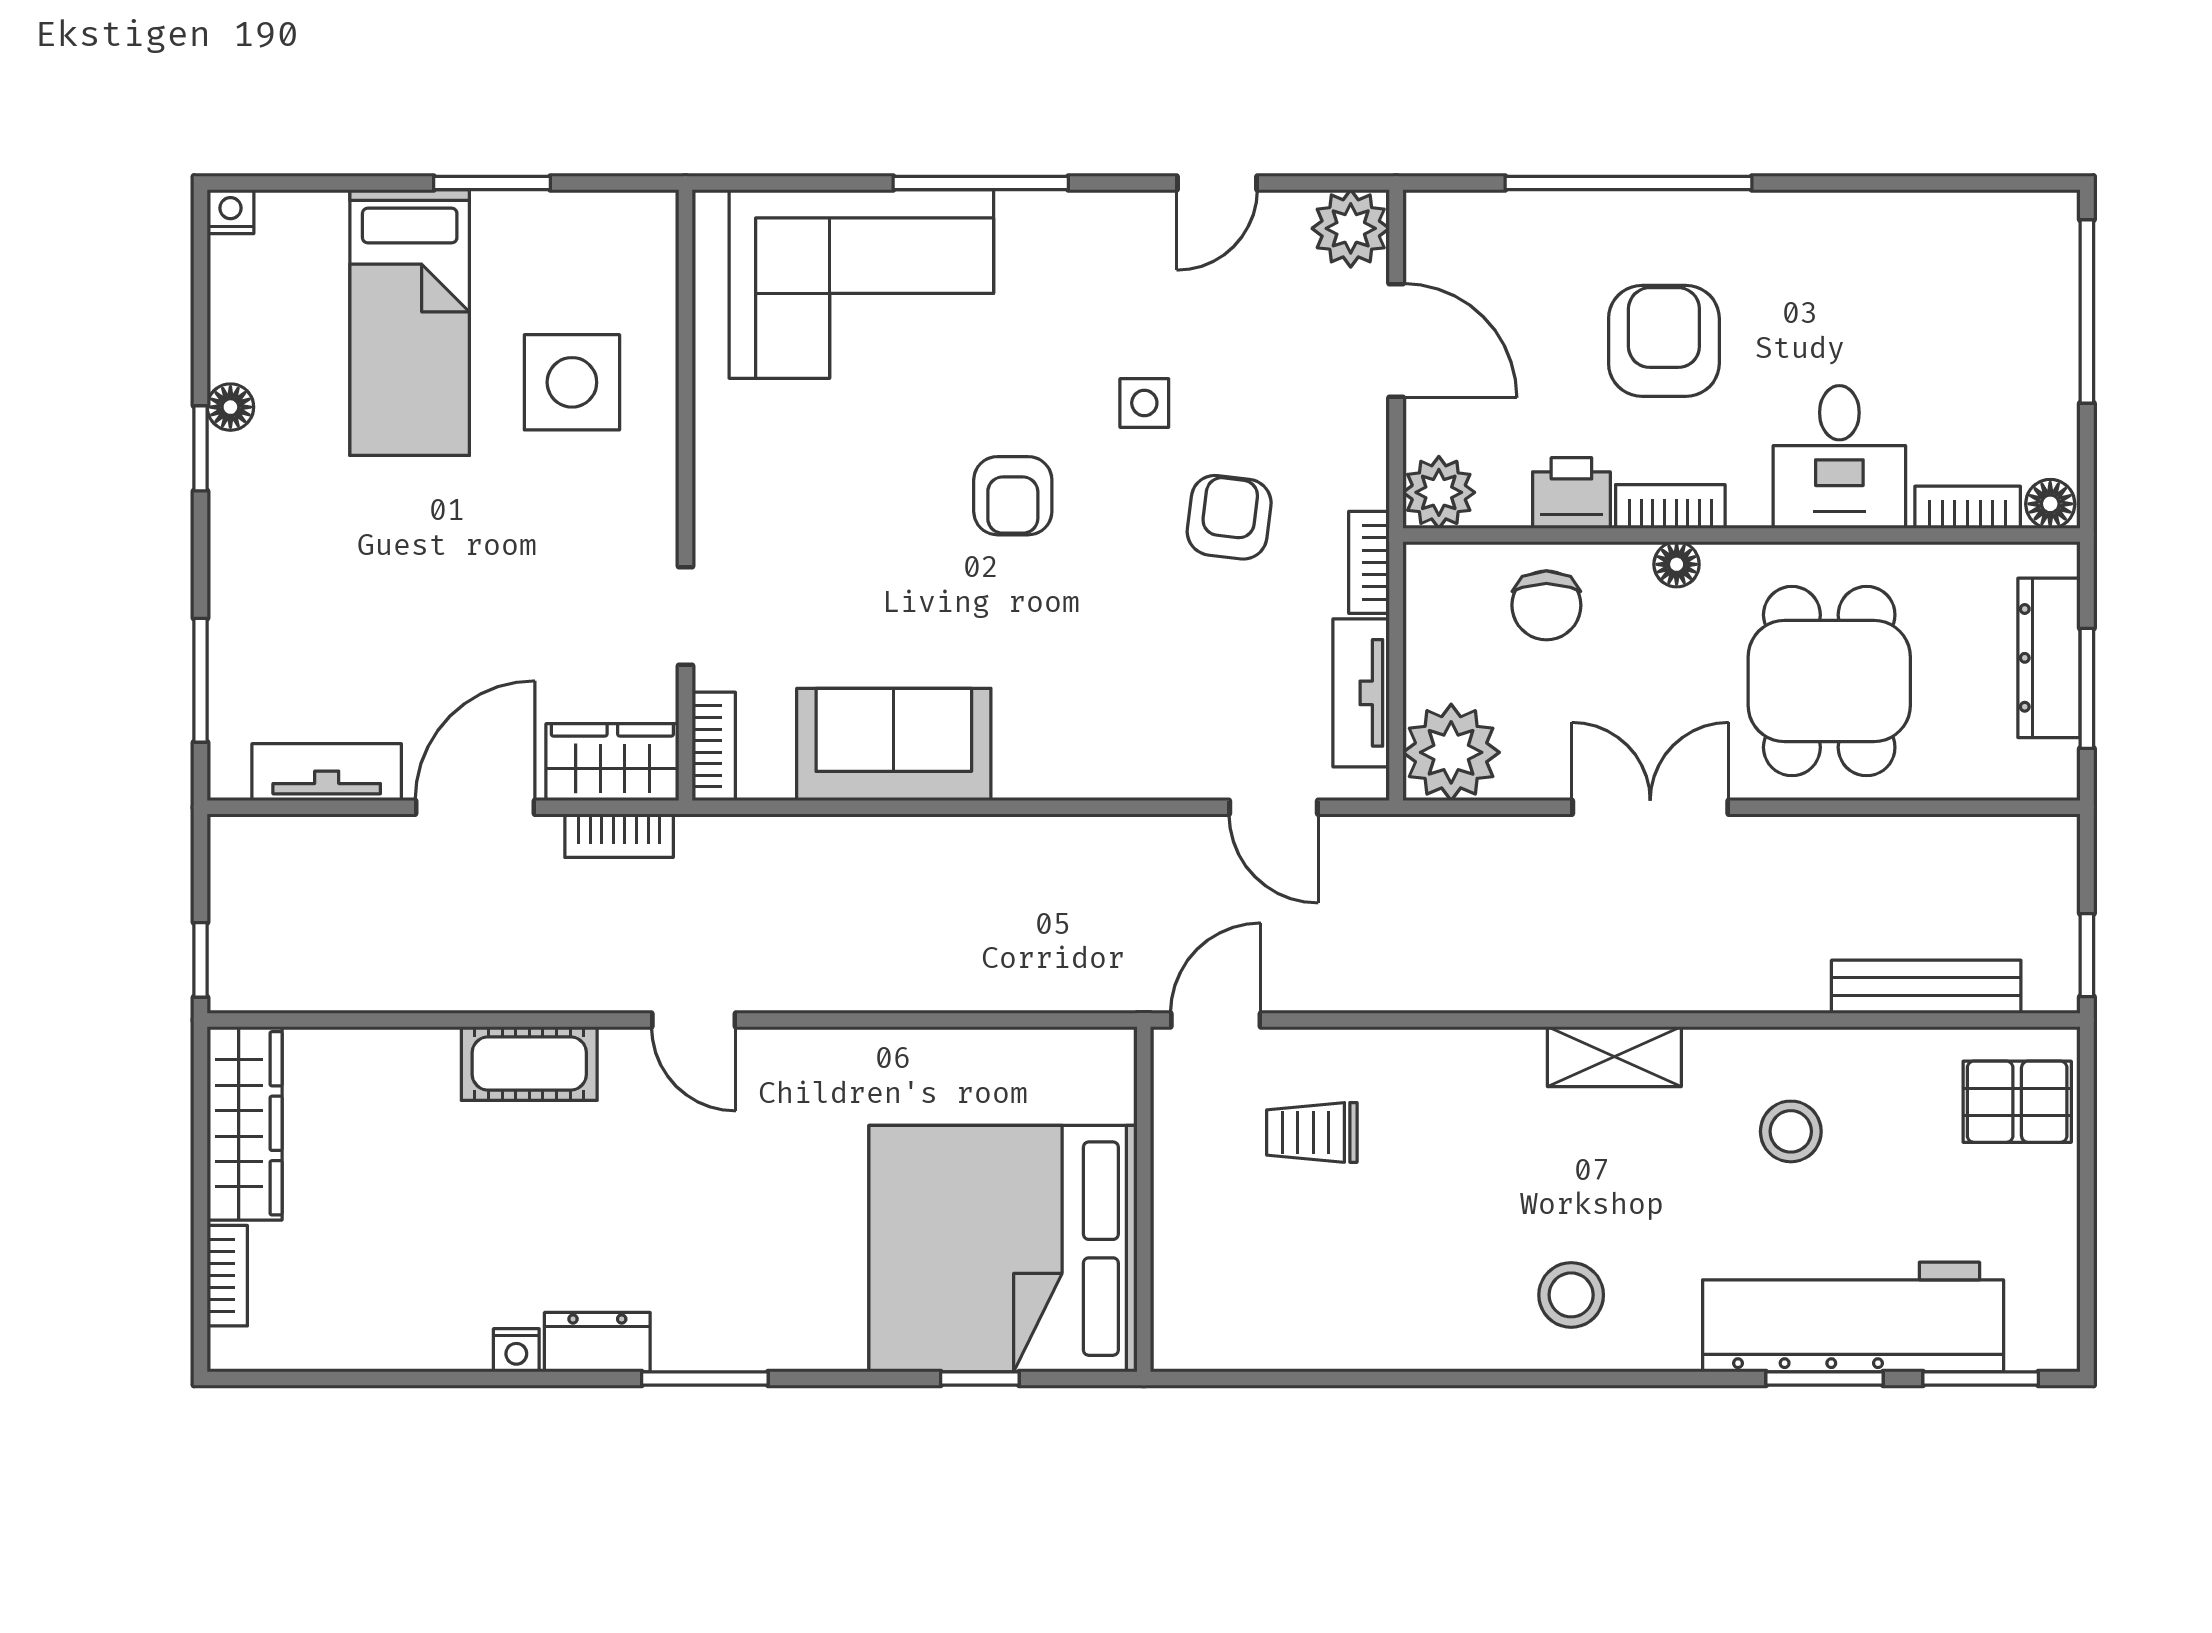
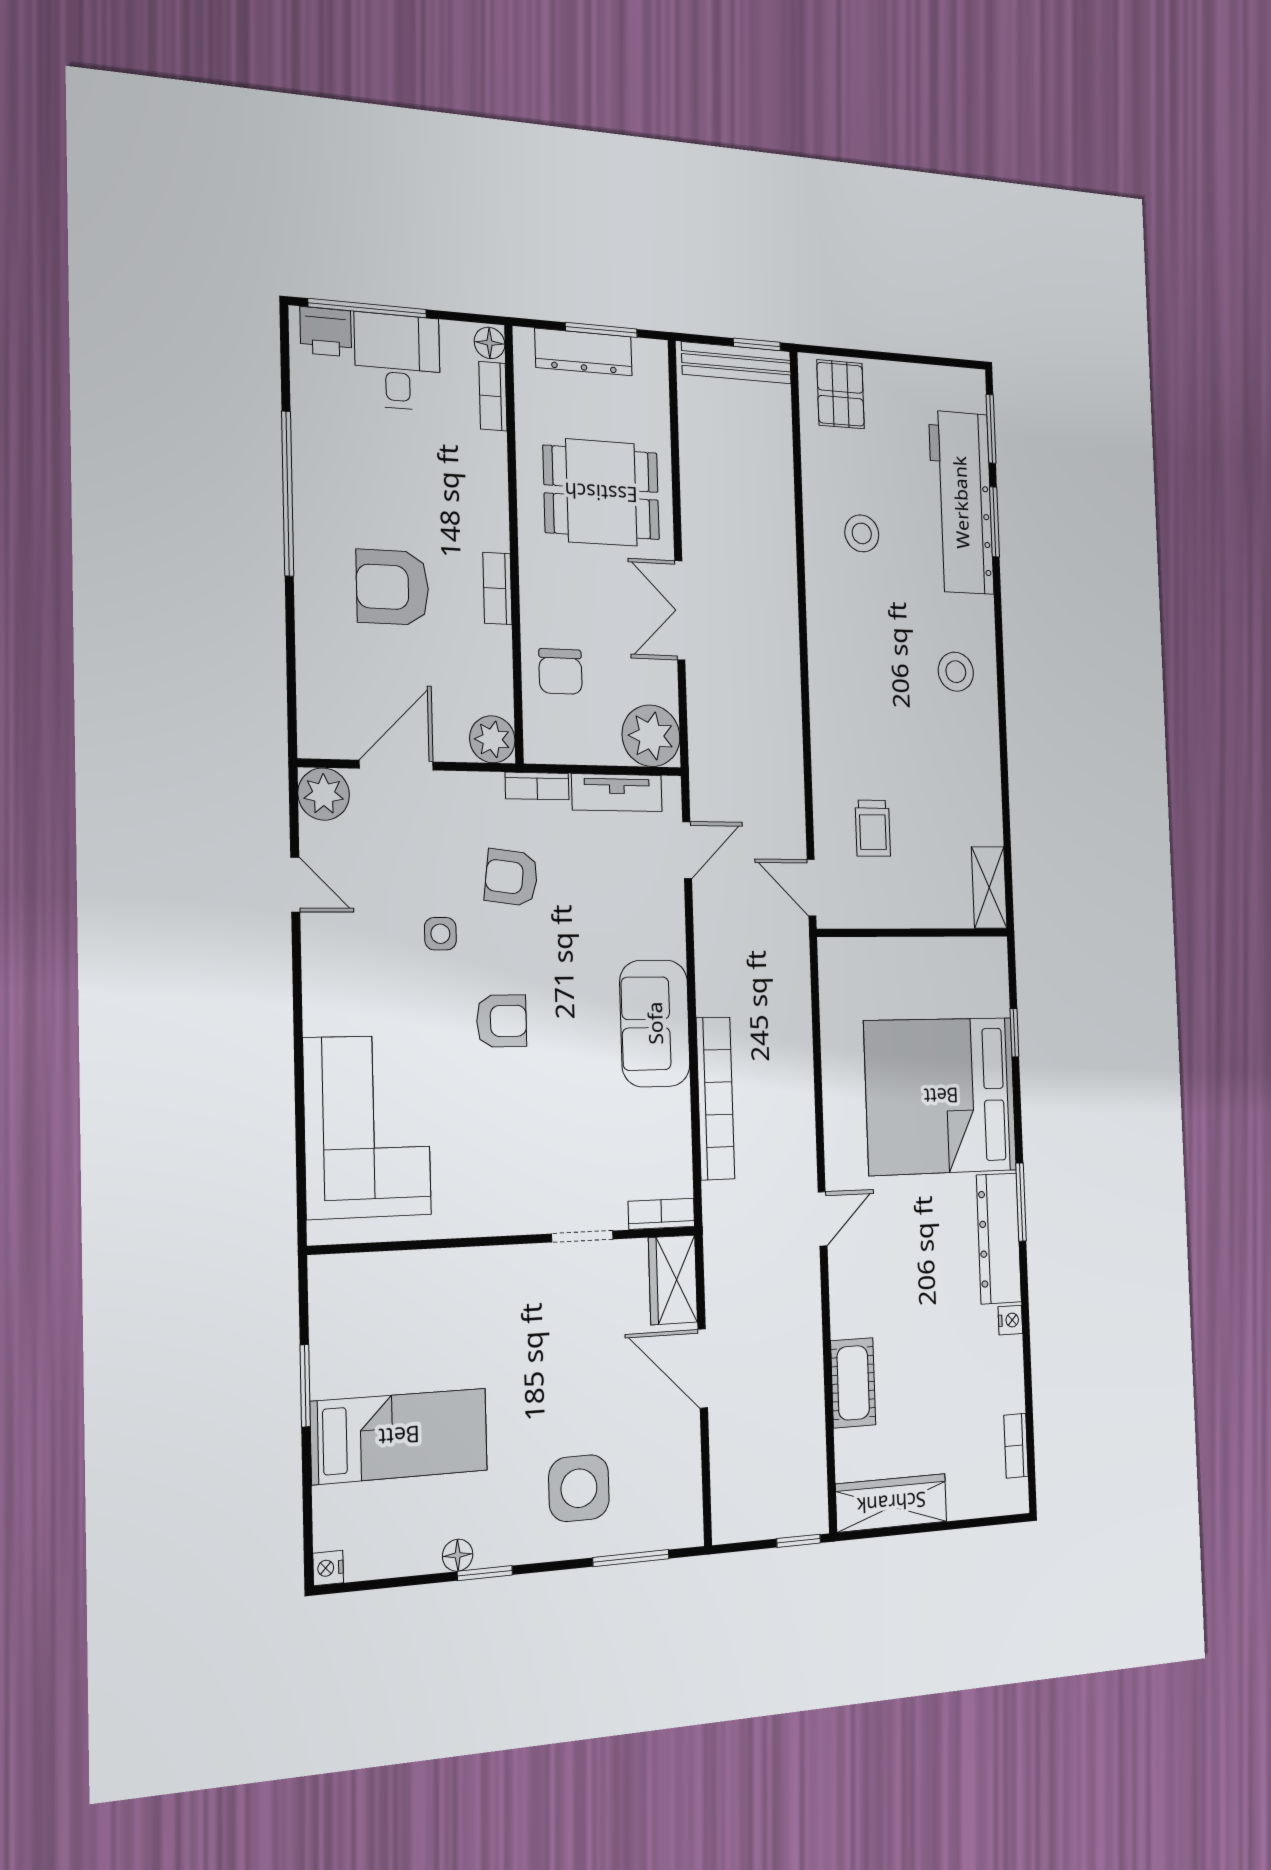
window: (981, 183) -> (298, 1046), removed
window: (1628, 183) -> (288, 493), moved
side table: (572, 382) -> (579, 1488), moved
desk: (1839, 457) -> (397, 362), moved, turned -90
printer: (1571, 493) -> (326, 332), moved, turned -90
floor lamp: (1677, 564) -> (533, 586), removed
chair: (1546, 605) -> (560, 671), turned 90
sofa: (894, 745) -> (655, 1023), moved
tv unit: (327, 772) -> (685, 1468), removed
bookcase: (619, 836) -> (715, 1098), moved, width x2.31, depth x1.31
bench: (1926, 987) -> (737, 363), moved, turned 90
shelving: (1614, 1057) -> (989, 888), moved
cot: (529, 1063) -> (853, 1383), moved
bed: (1003, 1249) -> (941, 1096), moved, turned 90
bookcase: (227, 1276) -> (1016, 1446), moved, turned -90
dresser: (597, 1342) -> (999, 1238), width x1.96, depth x1.24

